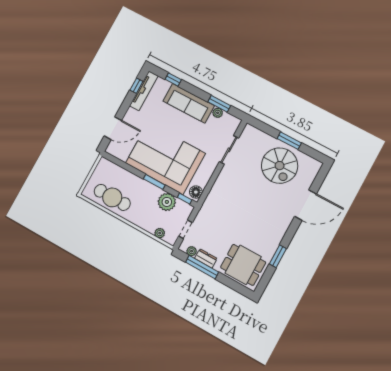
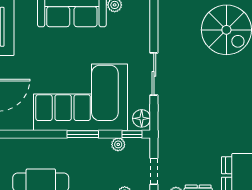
sliding door: (229, 150) -> (154, 74), moved
plant: (167, 202) -> (118, 144), width x0.53, depth x0.53

